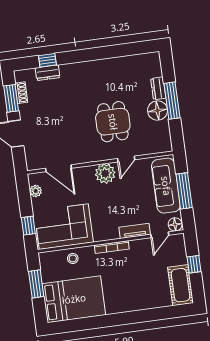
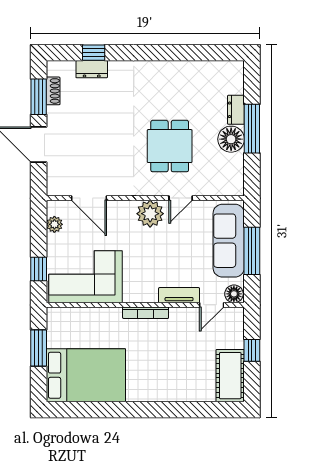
stool: (73, 258) -> (92, 321), removed

